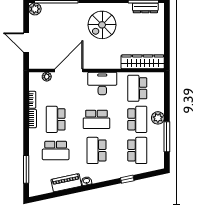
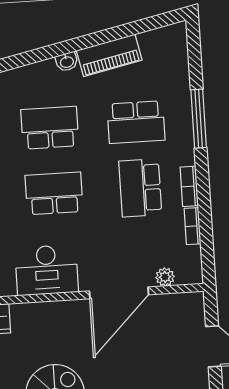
school desk: (56, 119) -> (140, 188), turned 180
school desk: (56, 150) -> (136, 122), turned 180
school desk: (96, 150) -> (50, 128), turned -90
window: (26, 169) -> (199, 119), moved

